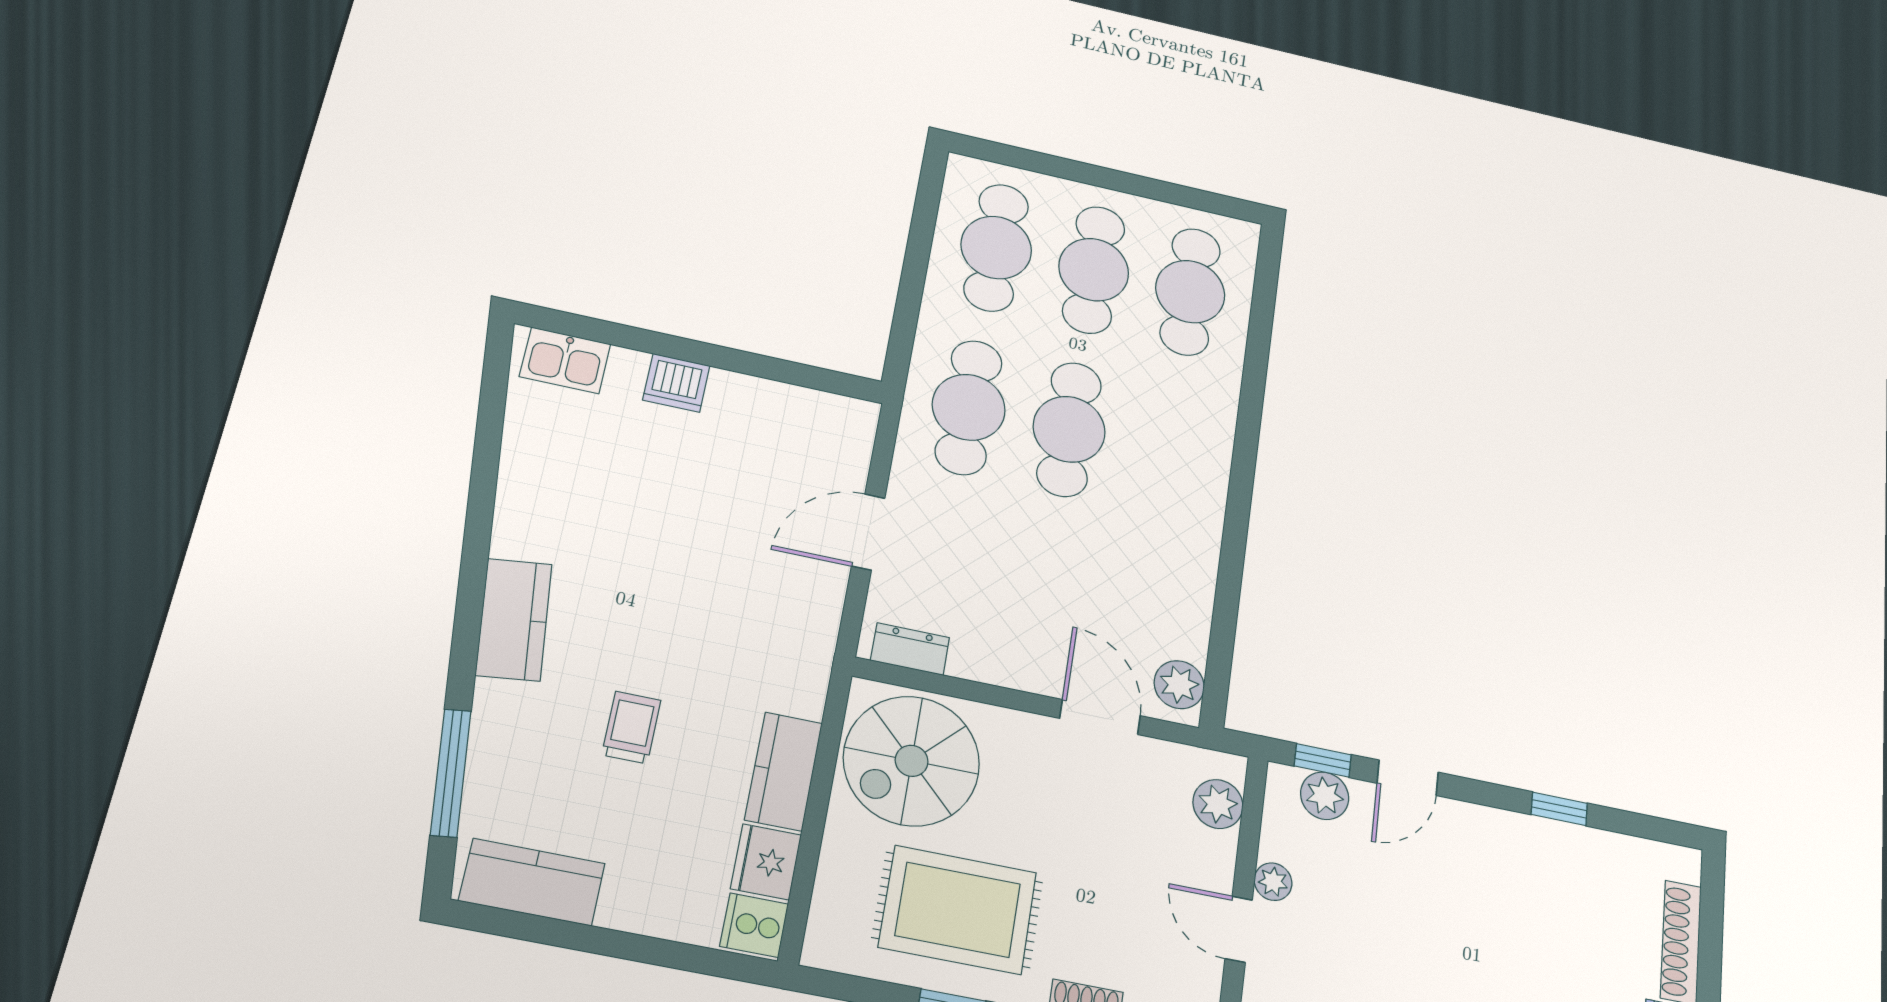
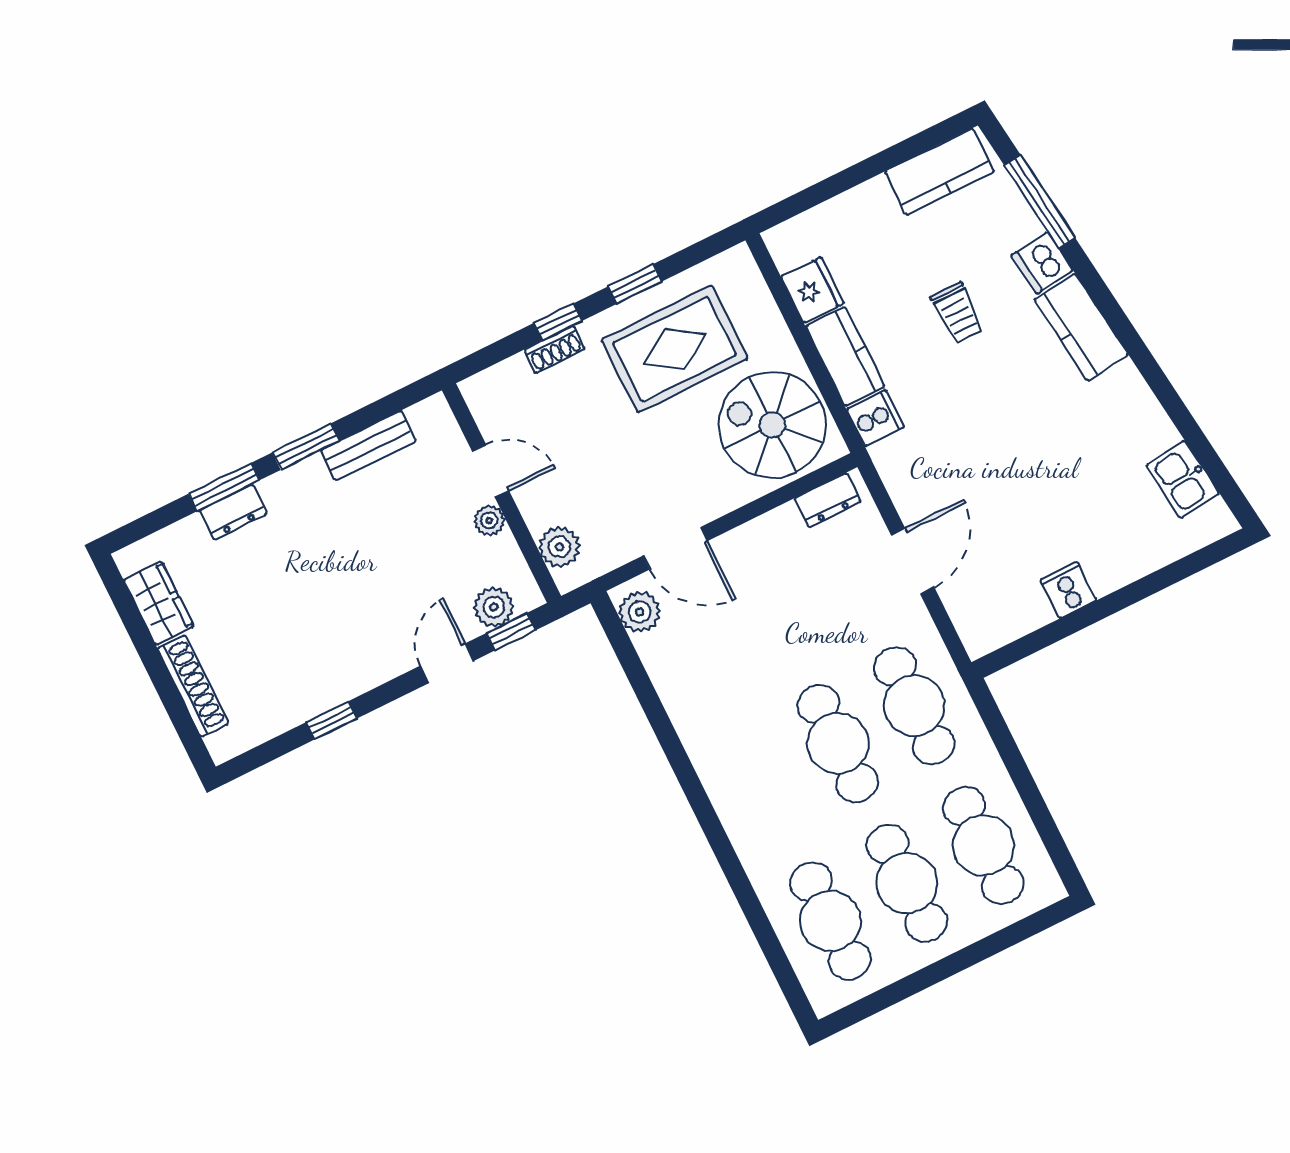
kitchen sink: (565, 360) -> (1183, 479), moved, turned -97
dishwasher: (676, 383) -> (1042, 263), moved, turned -97
cooker: (734, 395) -> (1068, 590), added
spiral stairs: (912, 761) -> (772, 425), turned -90
cooker: (754, 925) -> (875, 418), moved

